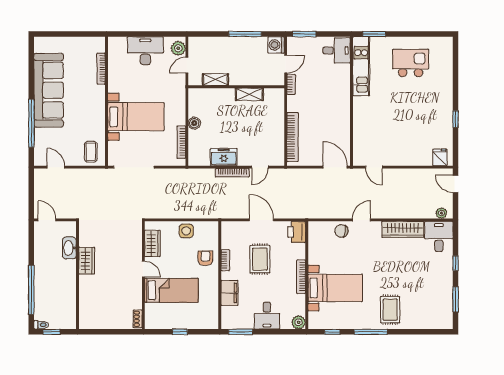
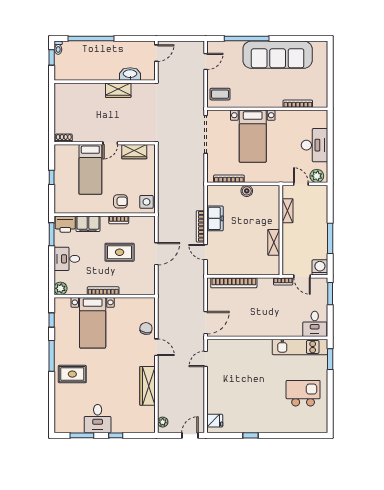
kitchen island: (411, 63) -> (303, 393), turned -90
side table: (186, 231) -> (146, 202), moved
printer: (297, 232) -> (65, 224), moved, turned 180
desk: (439, 236) -> (98, 419), moved, turned 90

